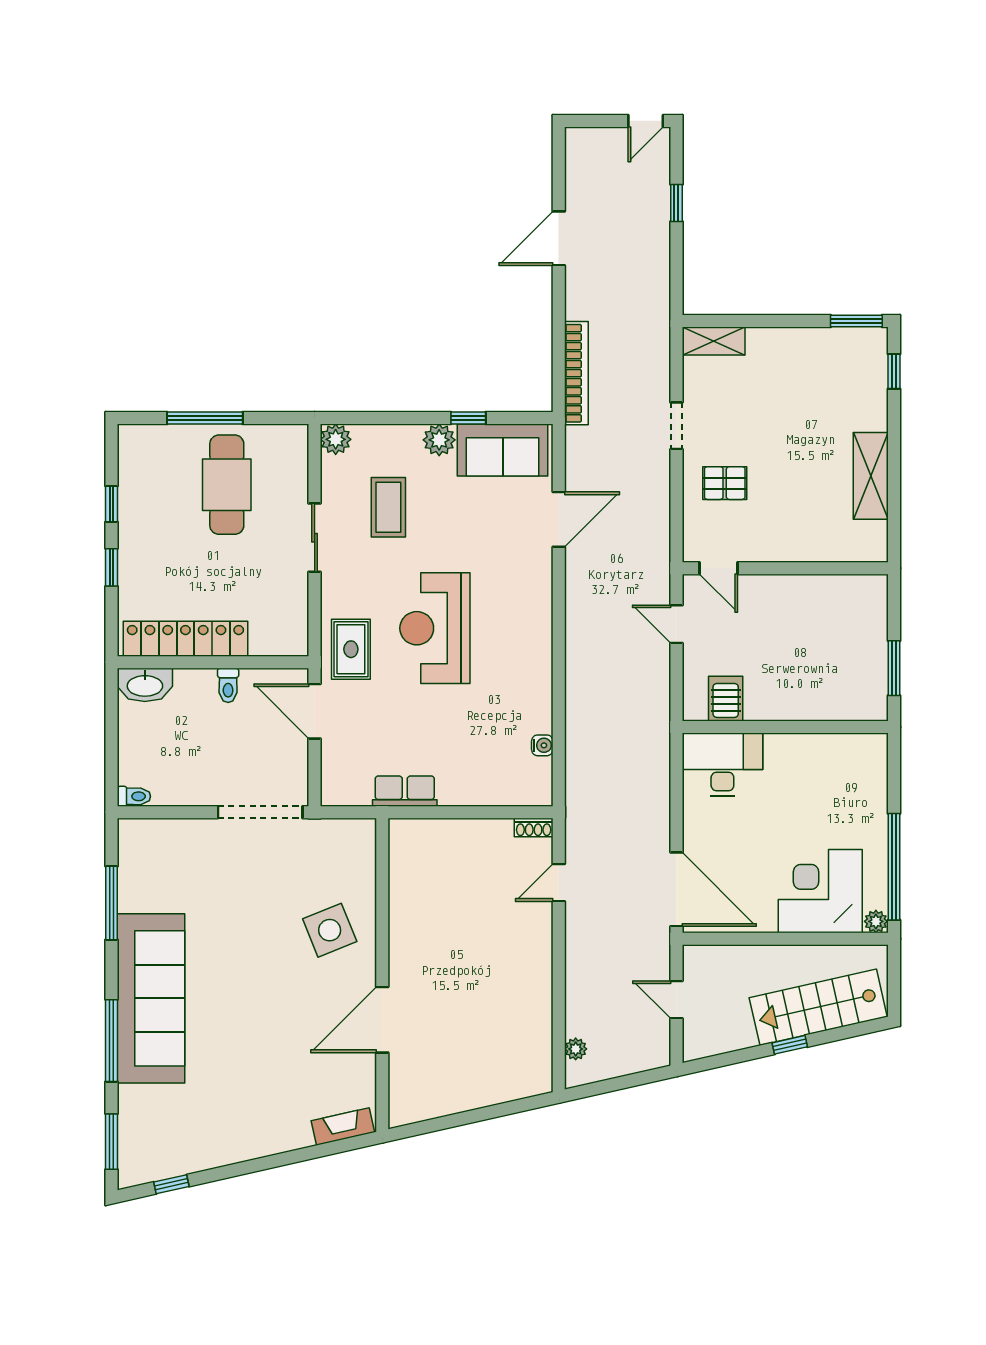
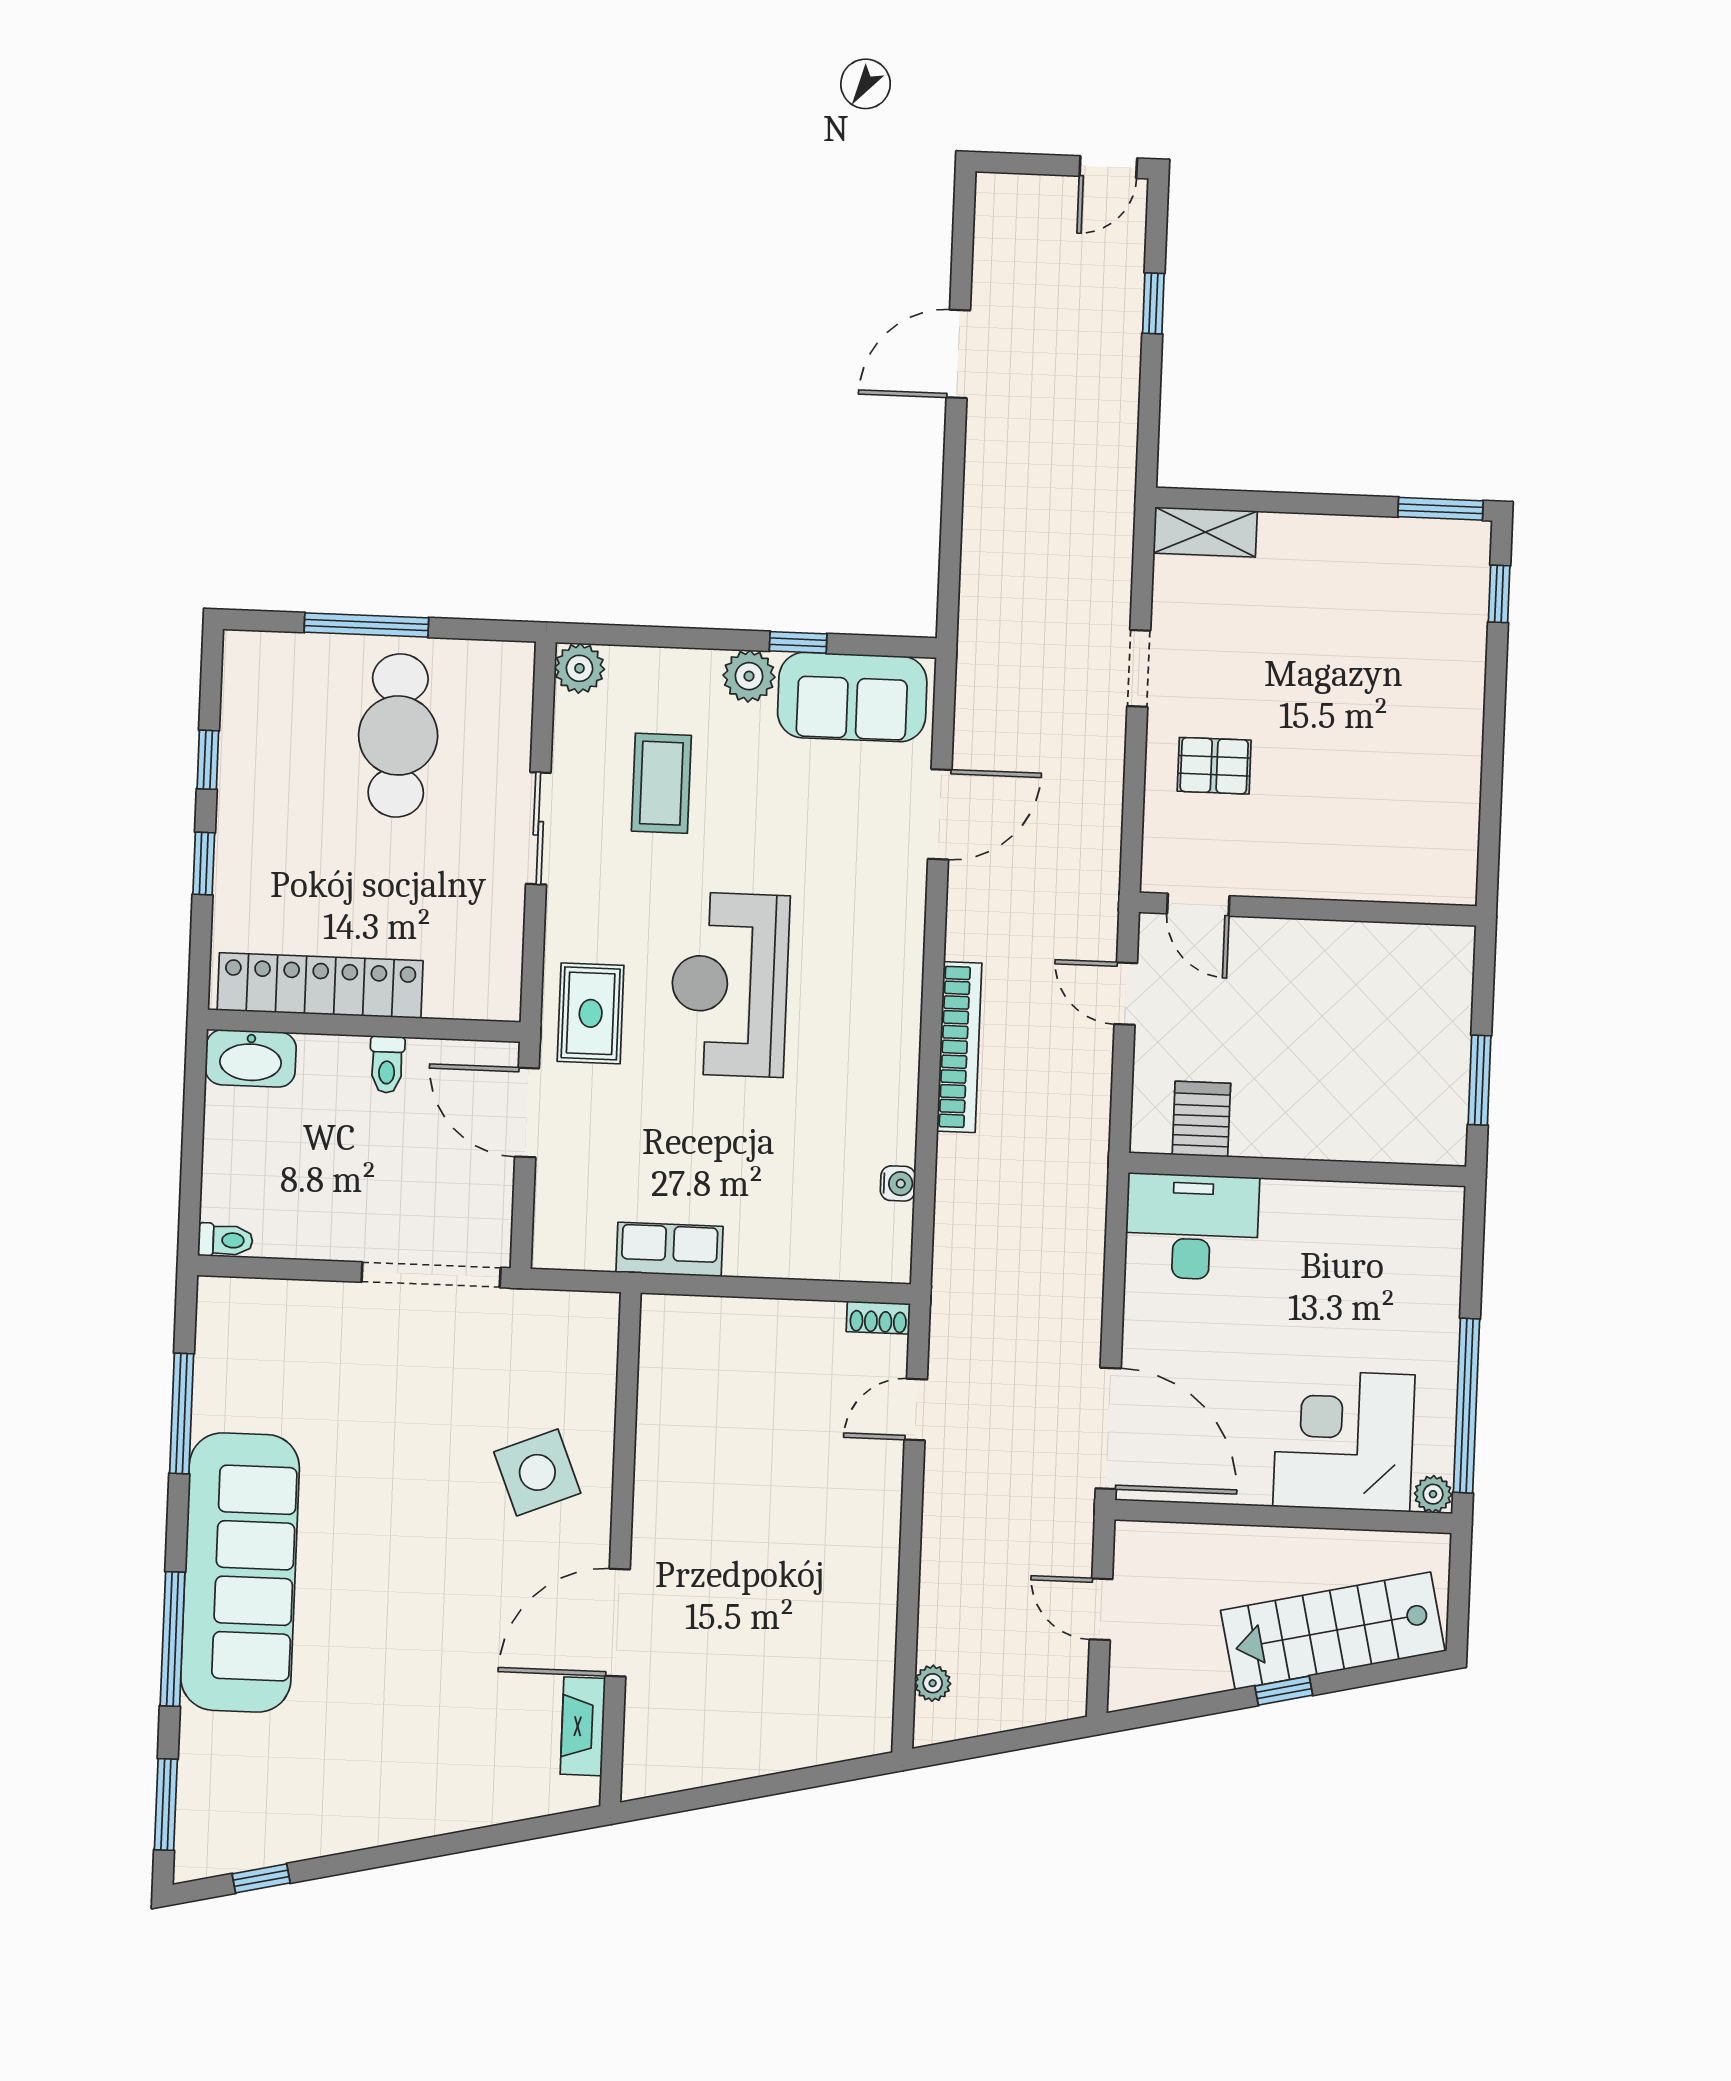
bookcase: (576, 373) -> (959, 1047), moved
shelving: (871, 476) -> (1454, 764), removed
fireplace: (343, 1127) -> (583, 1726), moved, turned -77

